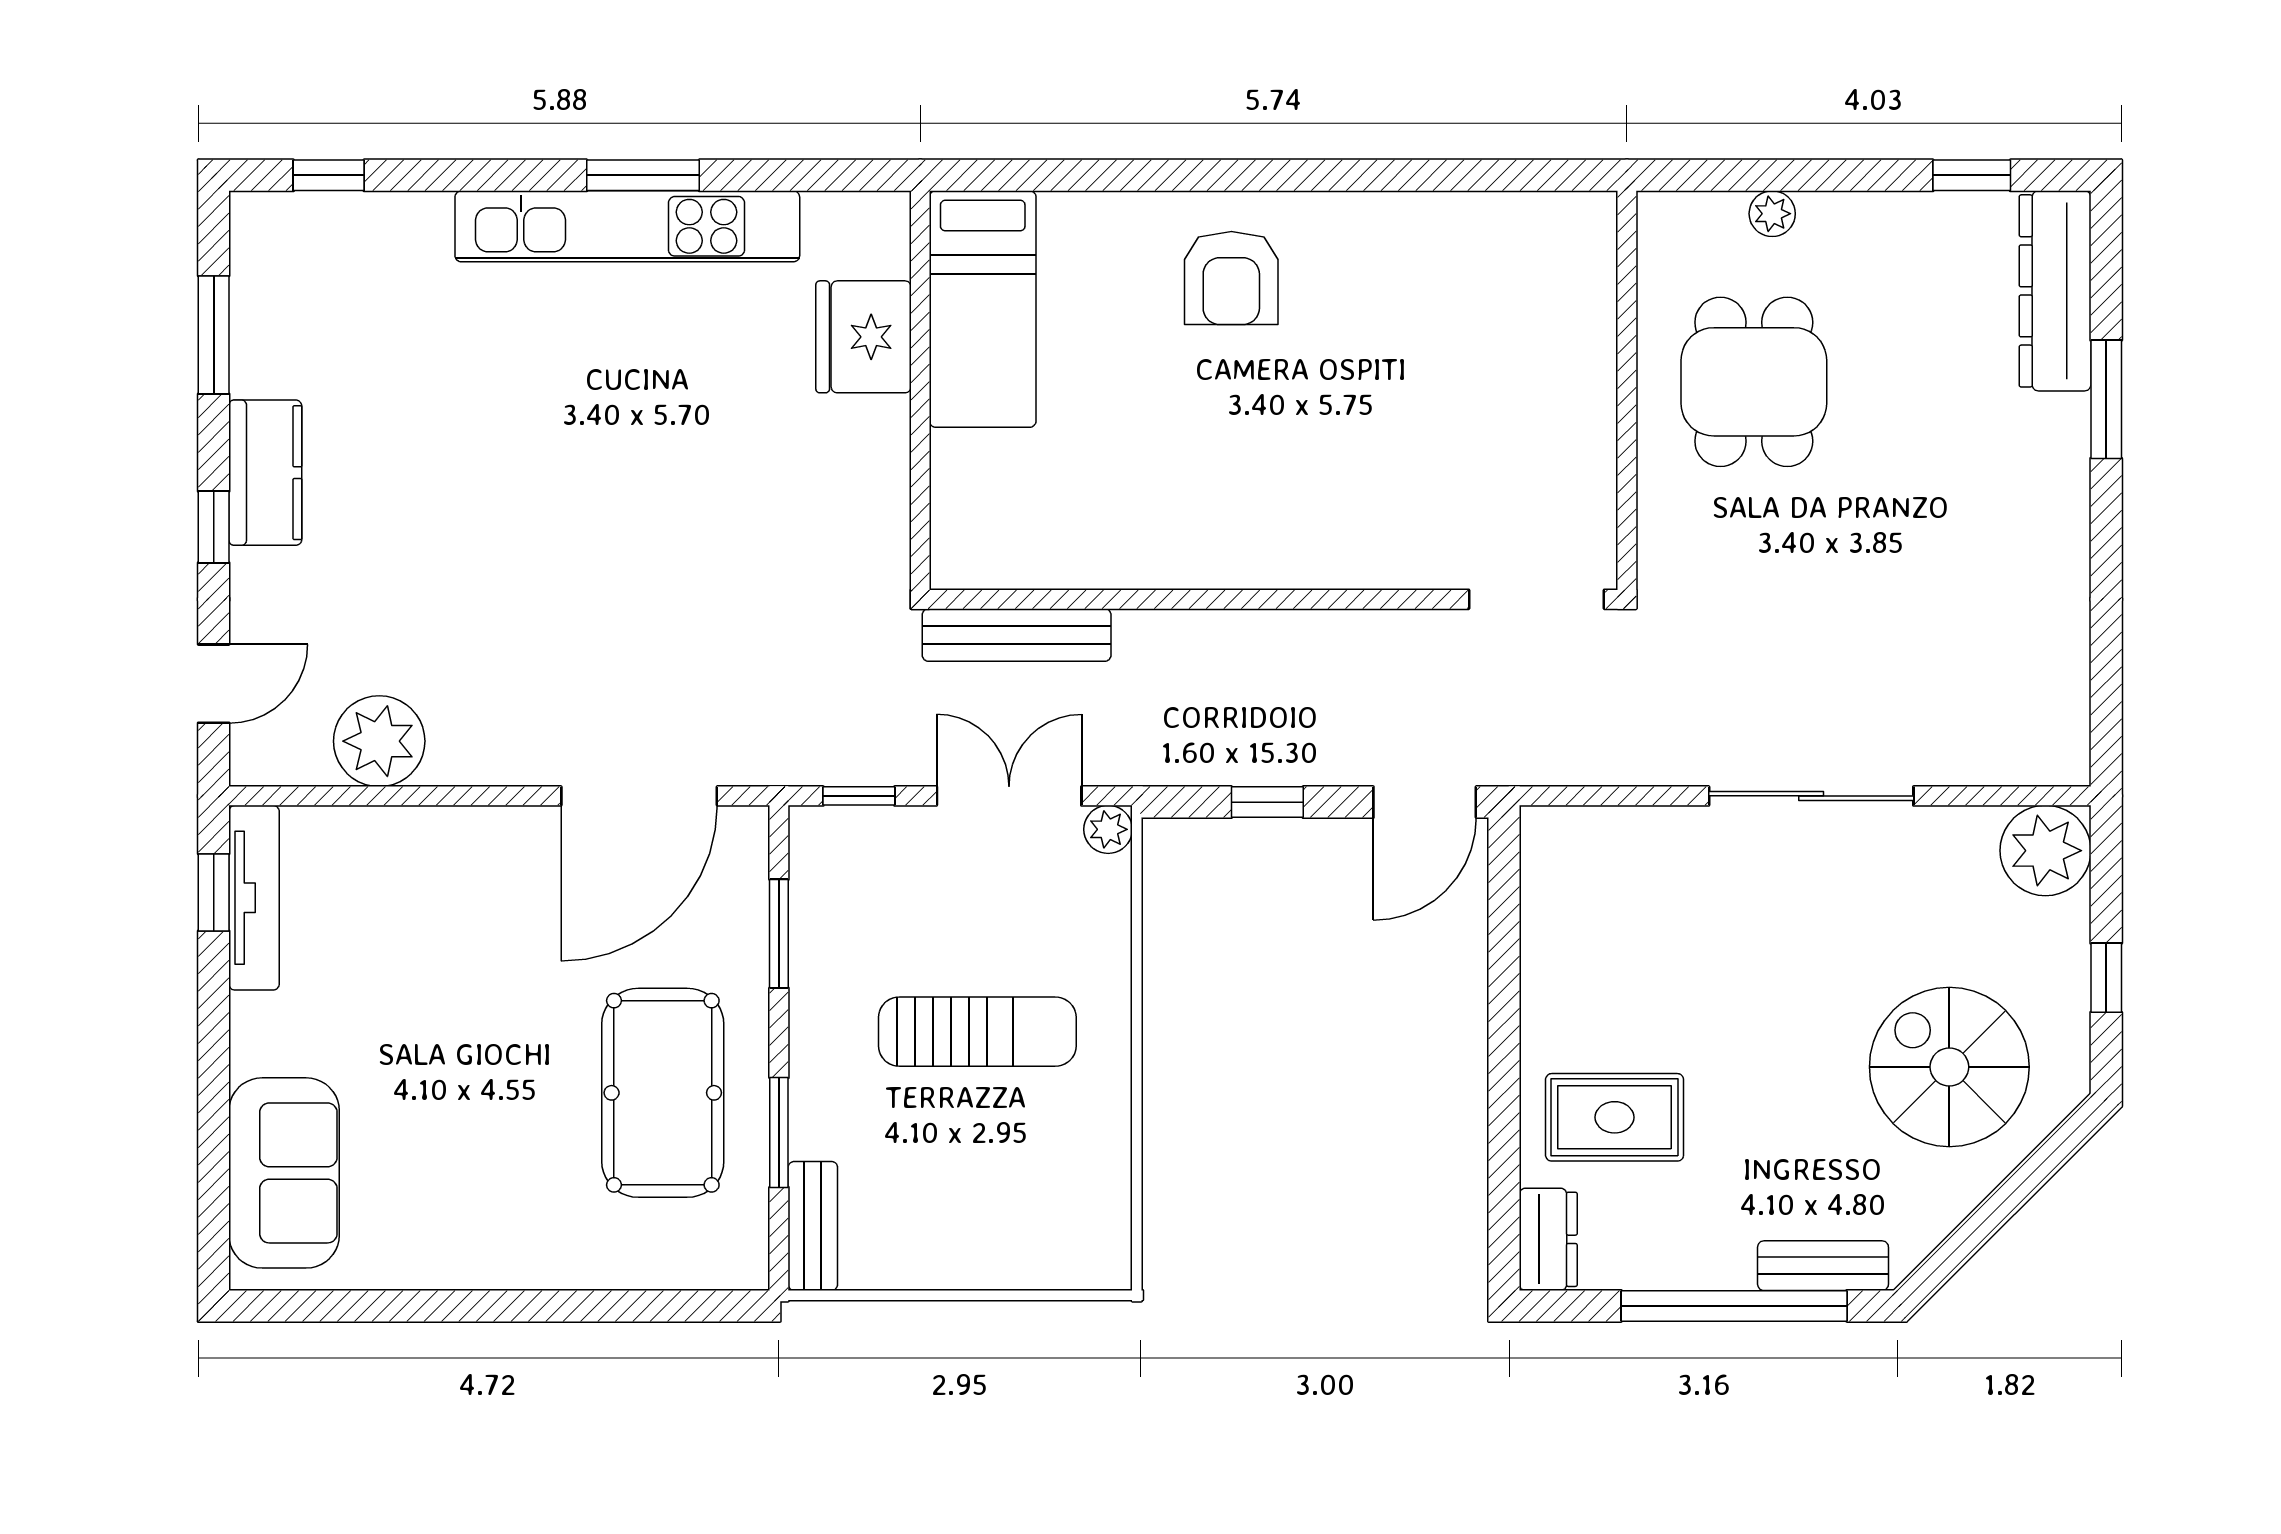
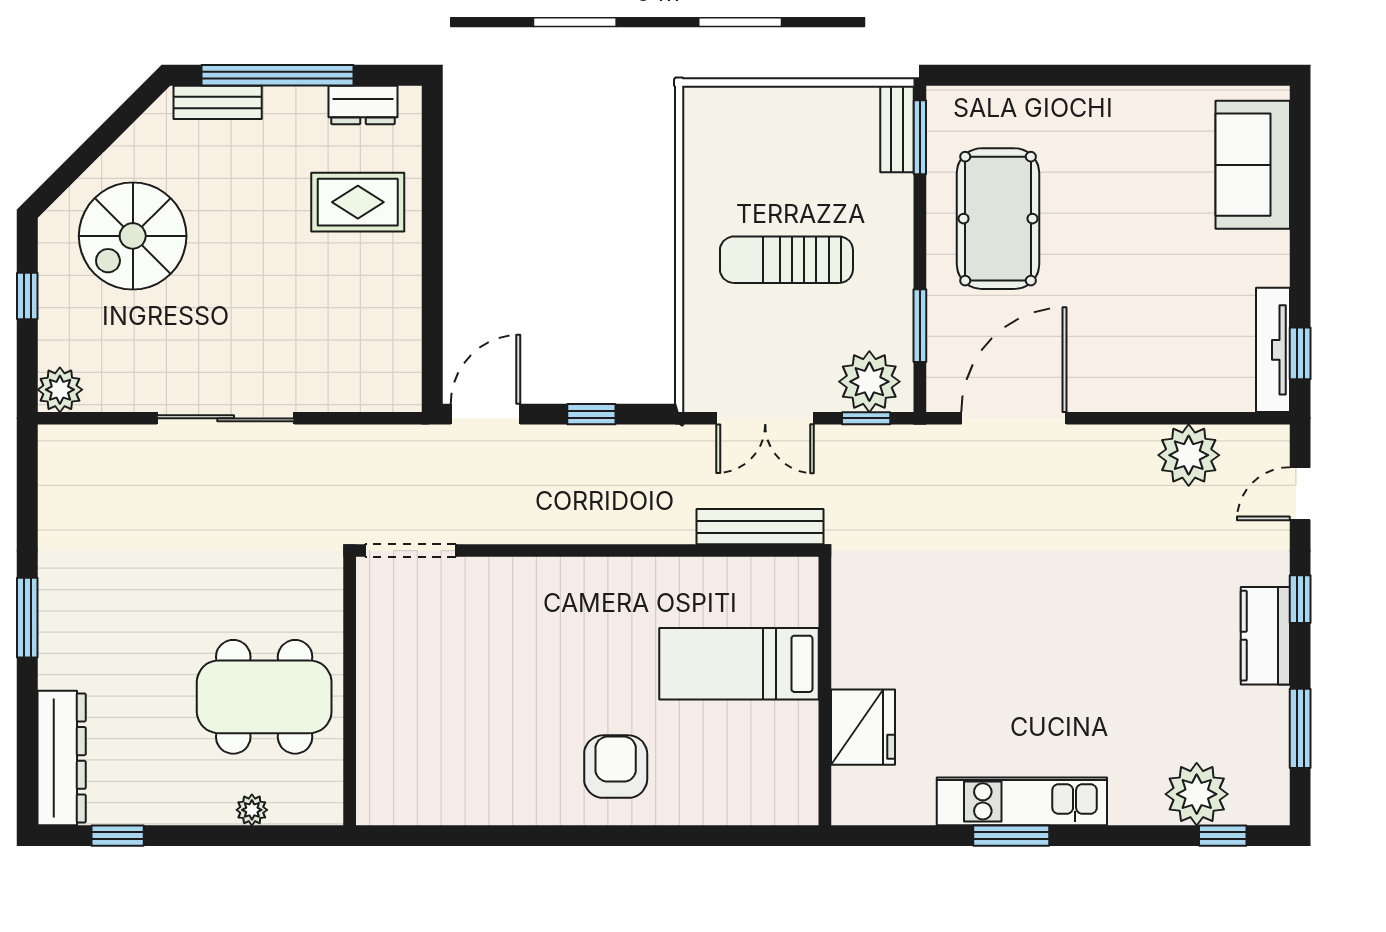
kitchen unit: (627, 226) -> (1022, 801), width x0.73
plant: (367, 237) -> (1197, 794), added
bed: (983, 309) -> (739, 664), moved, turned -90
dining table: (1754, 382) -> (264, 697), width x1.37
window: (2106, 399) -> (27, 618), moved
plant: (1108, 829) -> (869, 382), moved, width x1.88, depth x1.88
plant: (2045, 851) -> (60, 390), width x0.73, depth x0.73
spiral stairs: (1949, 1067) -> (133, 236), turned 90
window: (779, 1132) -> (920, 137), moved
dresser: (1548, 1239) -> (363, 105), moved, turned -90

